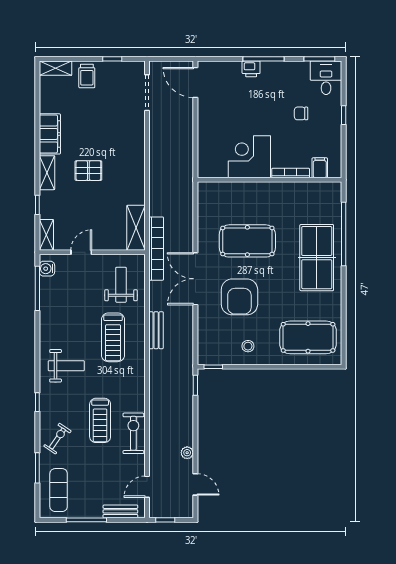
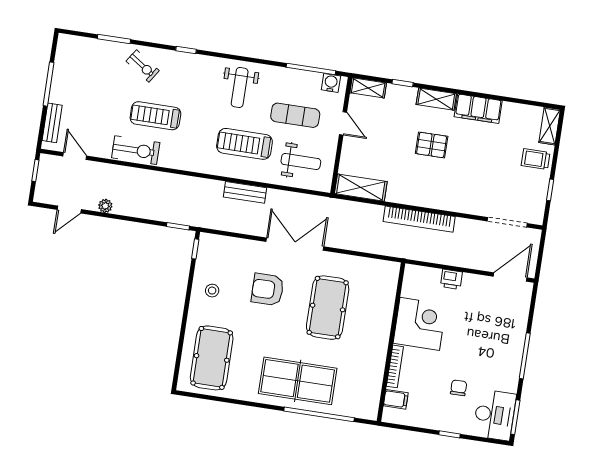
printer: (251, 69) -> (451, 279), moved, turned -90
desk: (326, 78) -> (495, 415), width x1.37
pallet: (88, 171) -> (432, 145), turned 90
bookcase: (156, 249) -> (419, 219), moved
armchair: (239, 297) -> (268, 289), width x0.73, depth x0.73
weight bench: (66, 366) -> (240, 88), moved
exercise mat: (59, 490) -> (295, 115), moved

